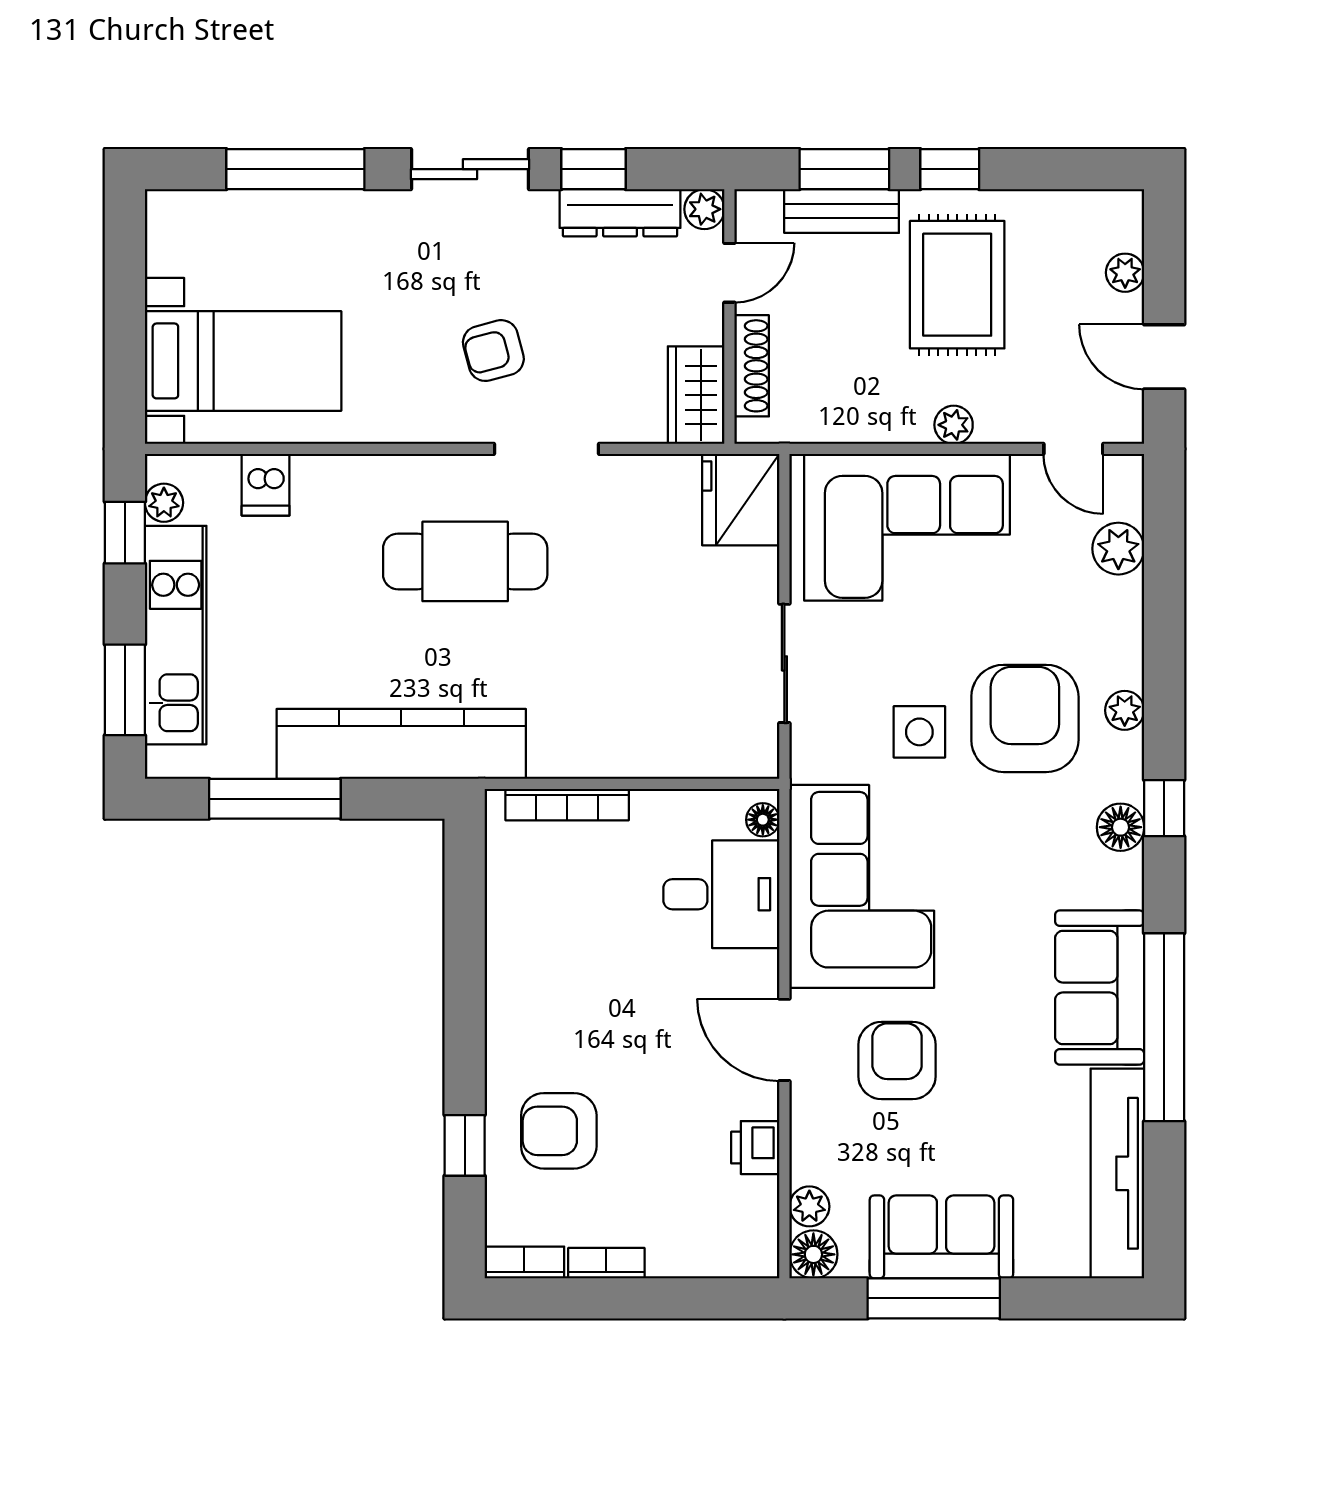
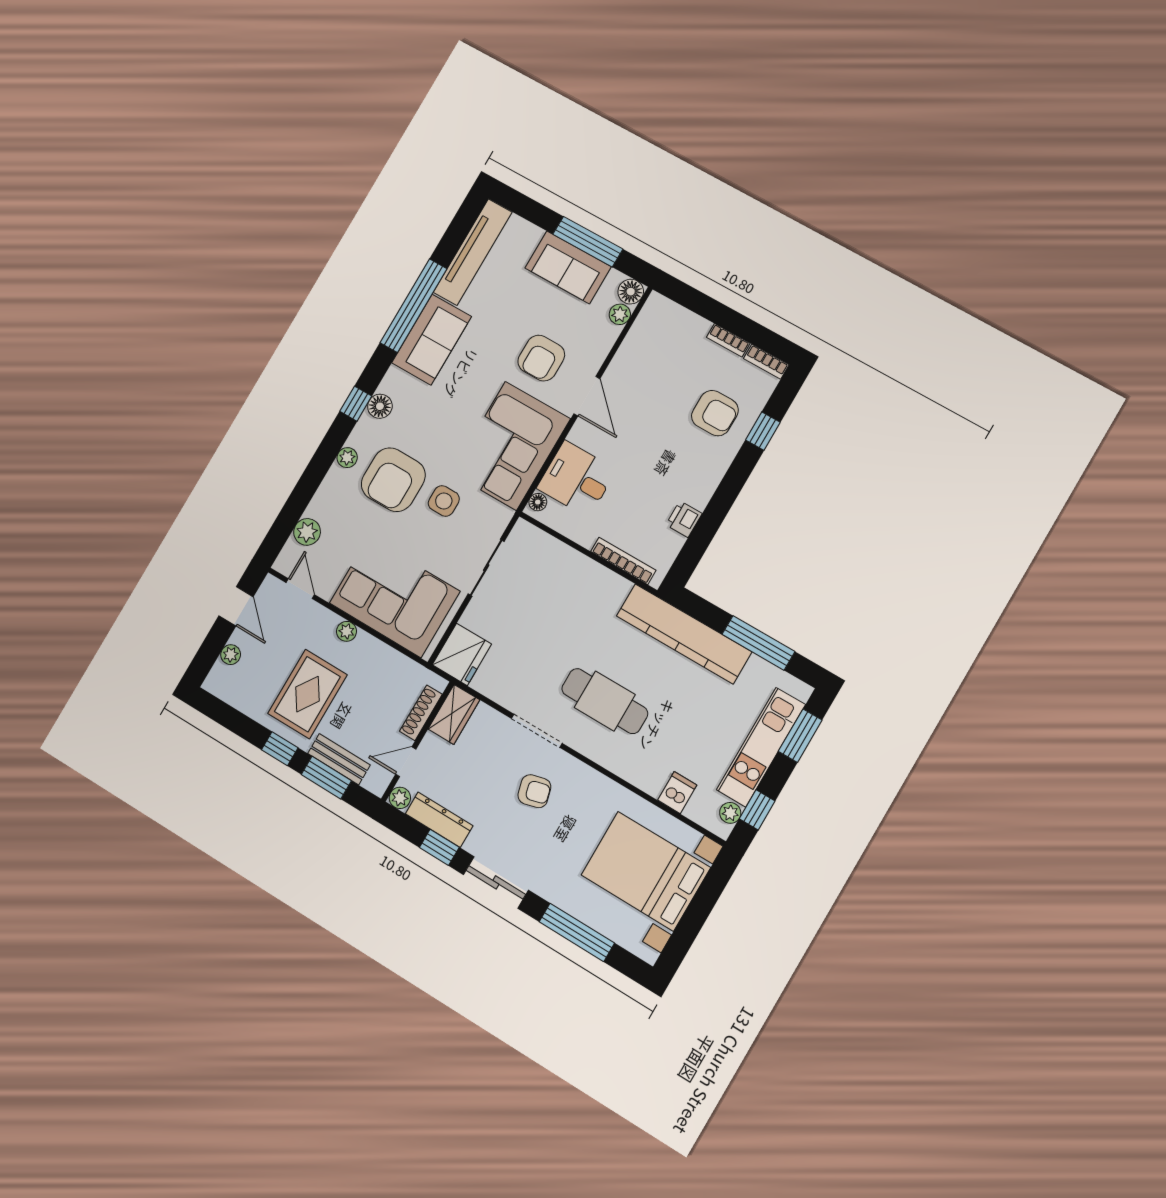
bed with nightstands: (243, 361) -> (646, 871), width x1.36
printer: (755, 1148) -> (684, 519), moved, turned 180

